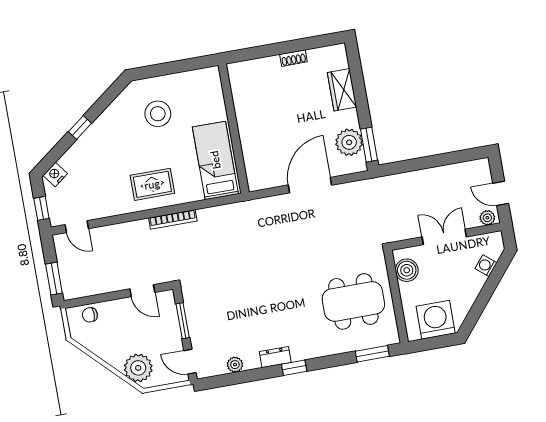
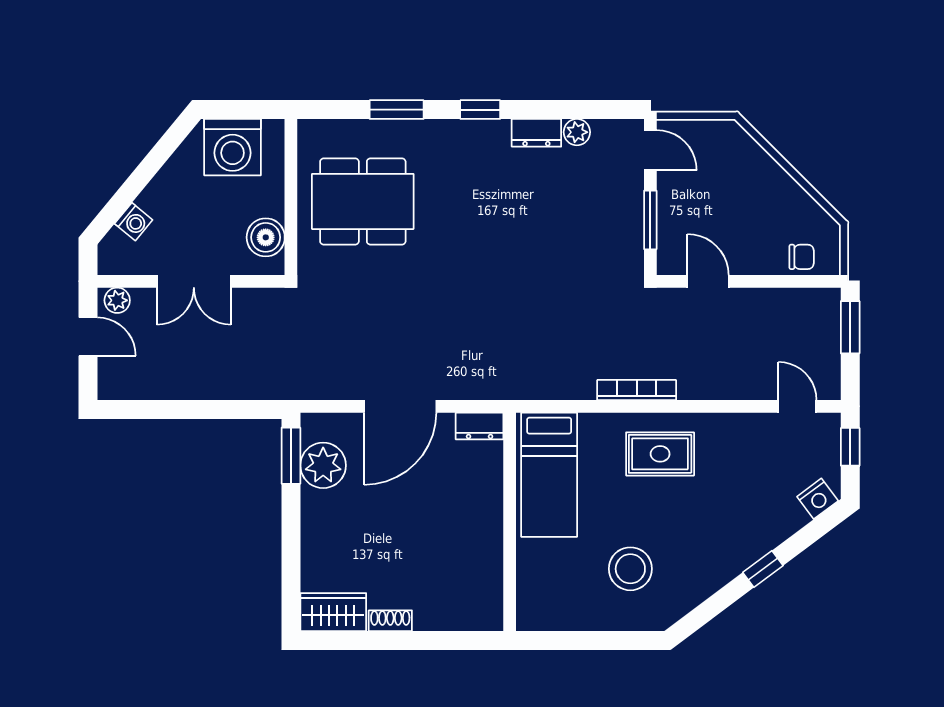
wardrobe: (342, 90) -> (333, 612), moved, turned -90
dresser: (261, 182) -> (480, 426), added
window: (372, 354) -> (397, 110), moved
dresser: (275, 357) -> (536, 133), moved
plant: (138, 368) -> (737, 155), removed

